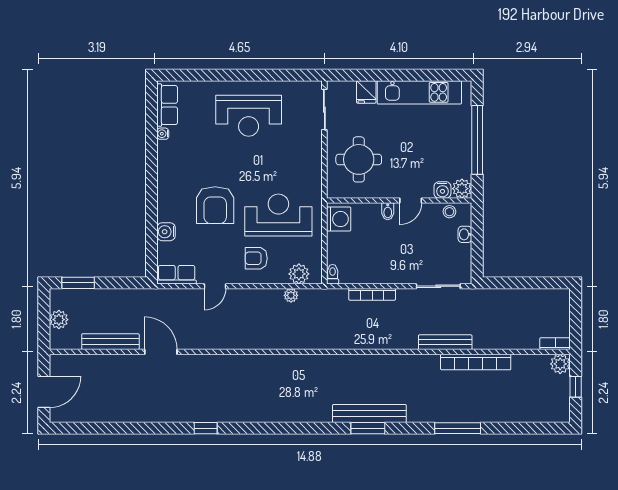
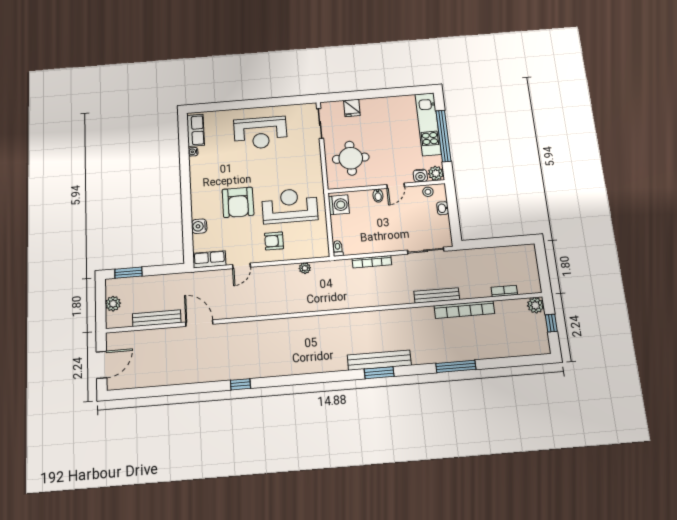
kitchen unit: (419, 92) -> (428, 124), moved, turned 90
plant: (299, 274) -> (310, 250), removed
bookcase: (555, 344) -> (504, 291), moved

